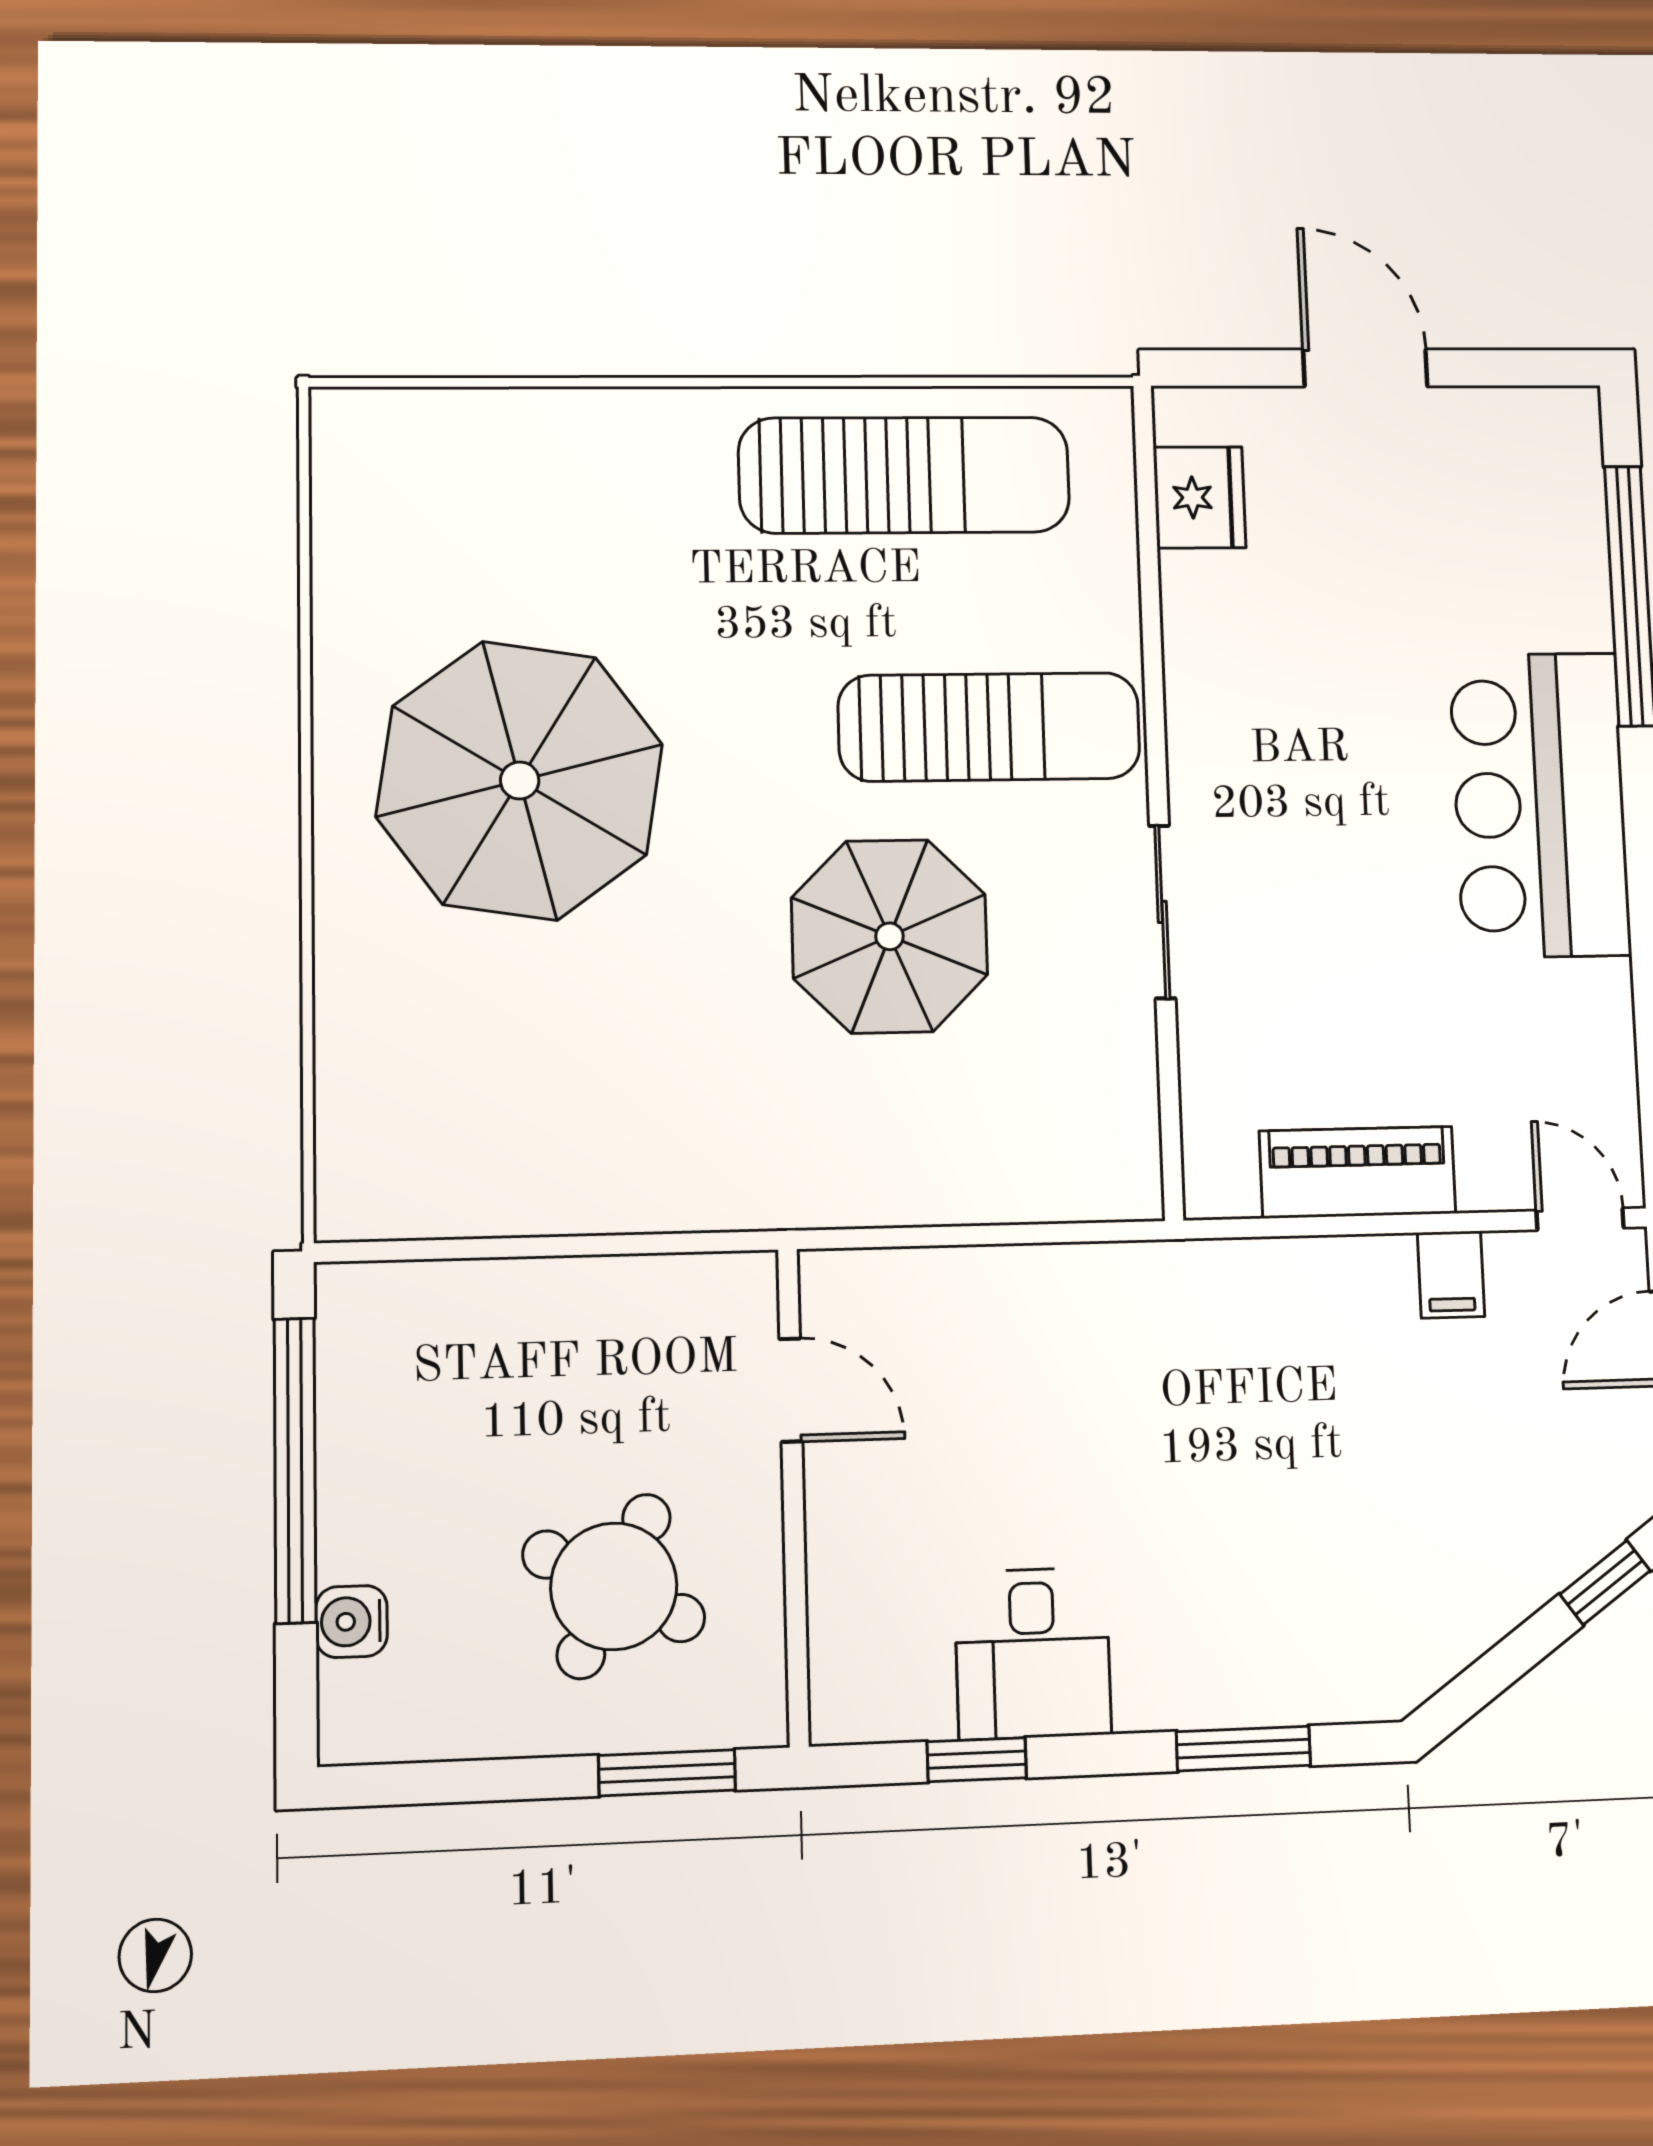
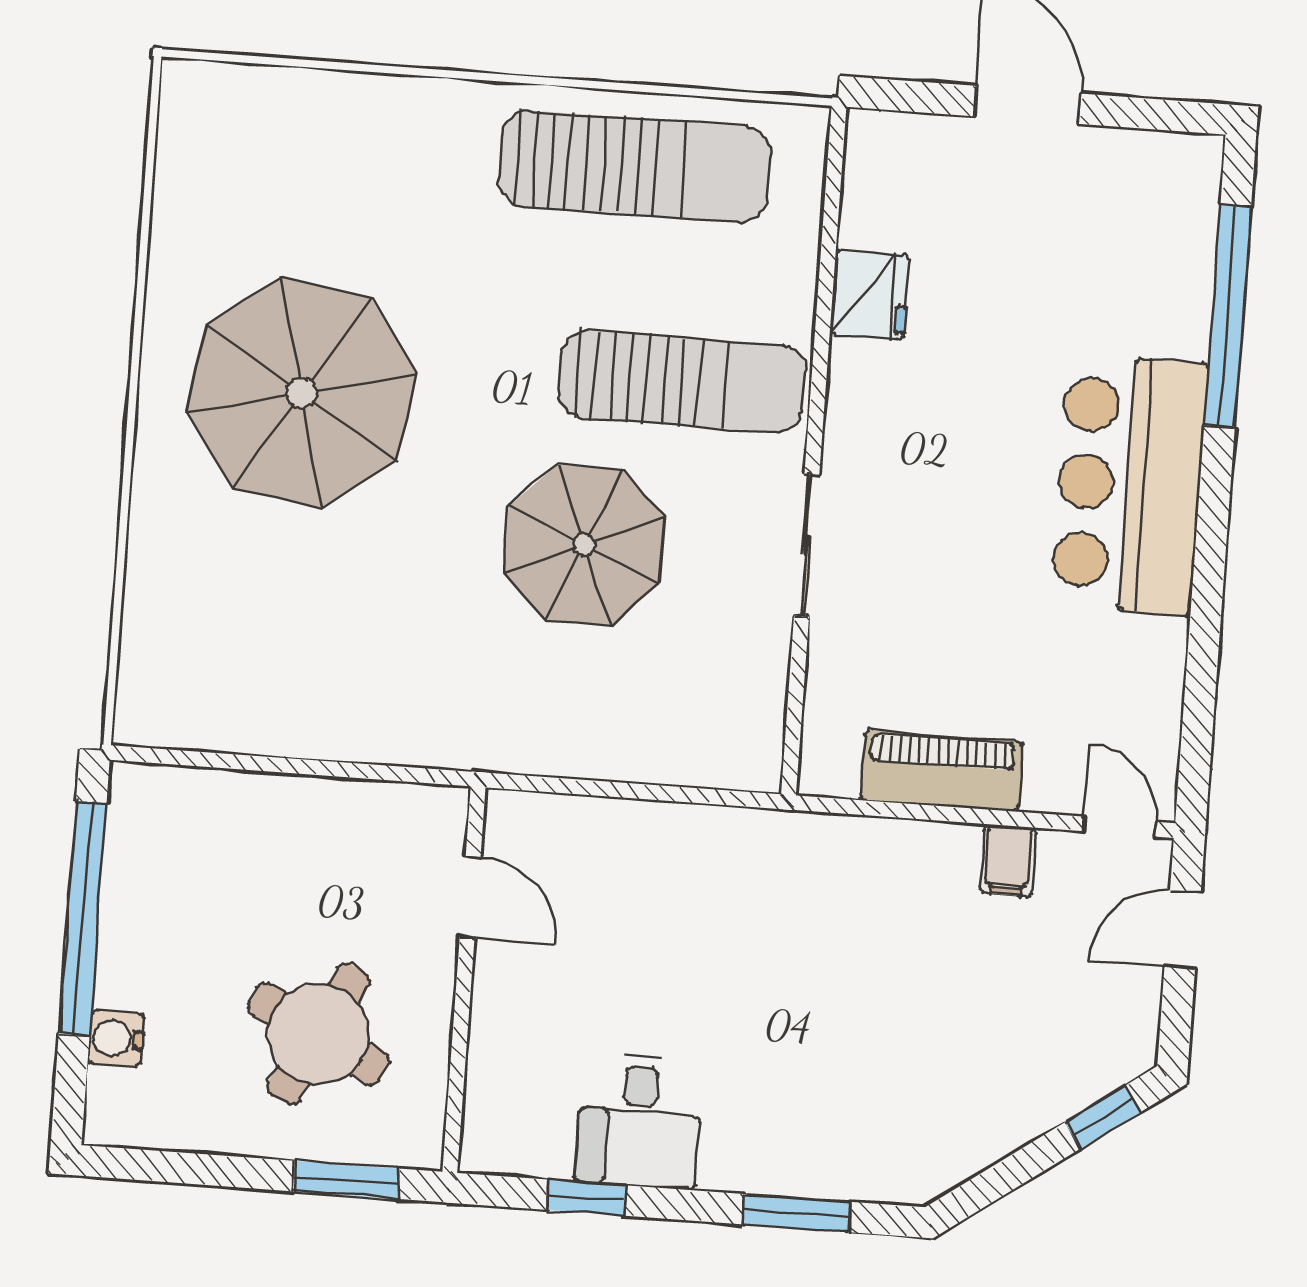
fridge: (1200, 497) -> (869, 295), moved

